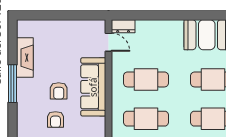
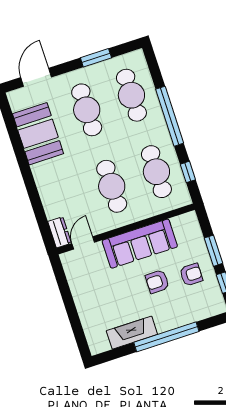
window: (12, 84) -> (166, 337), width x1.46
armchair: (59, 91) -> (157, 282), turned 180

